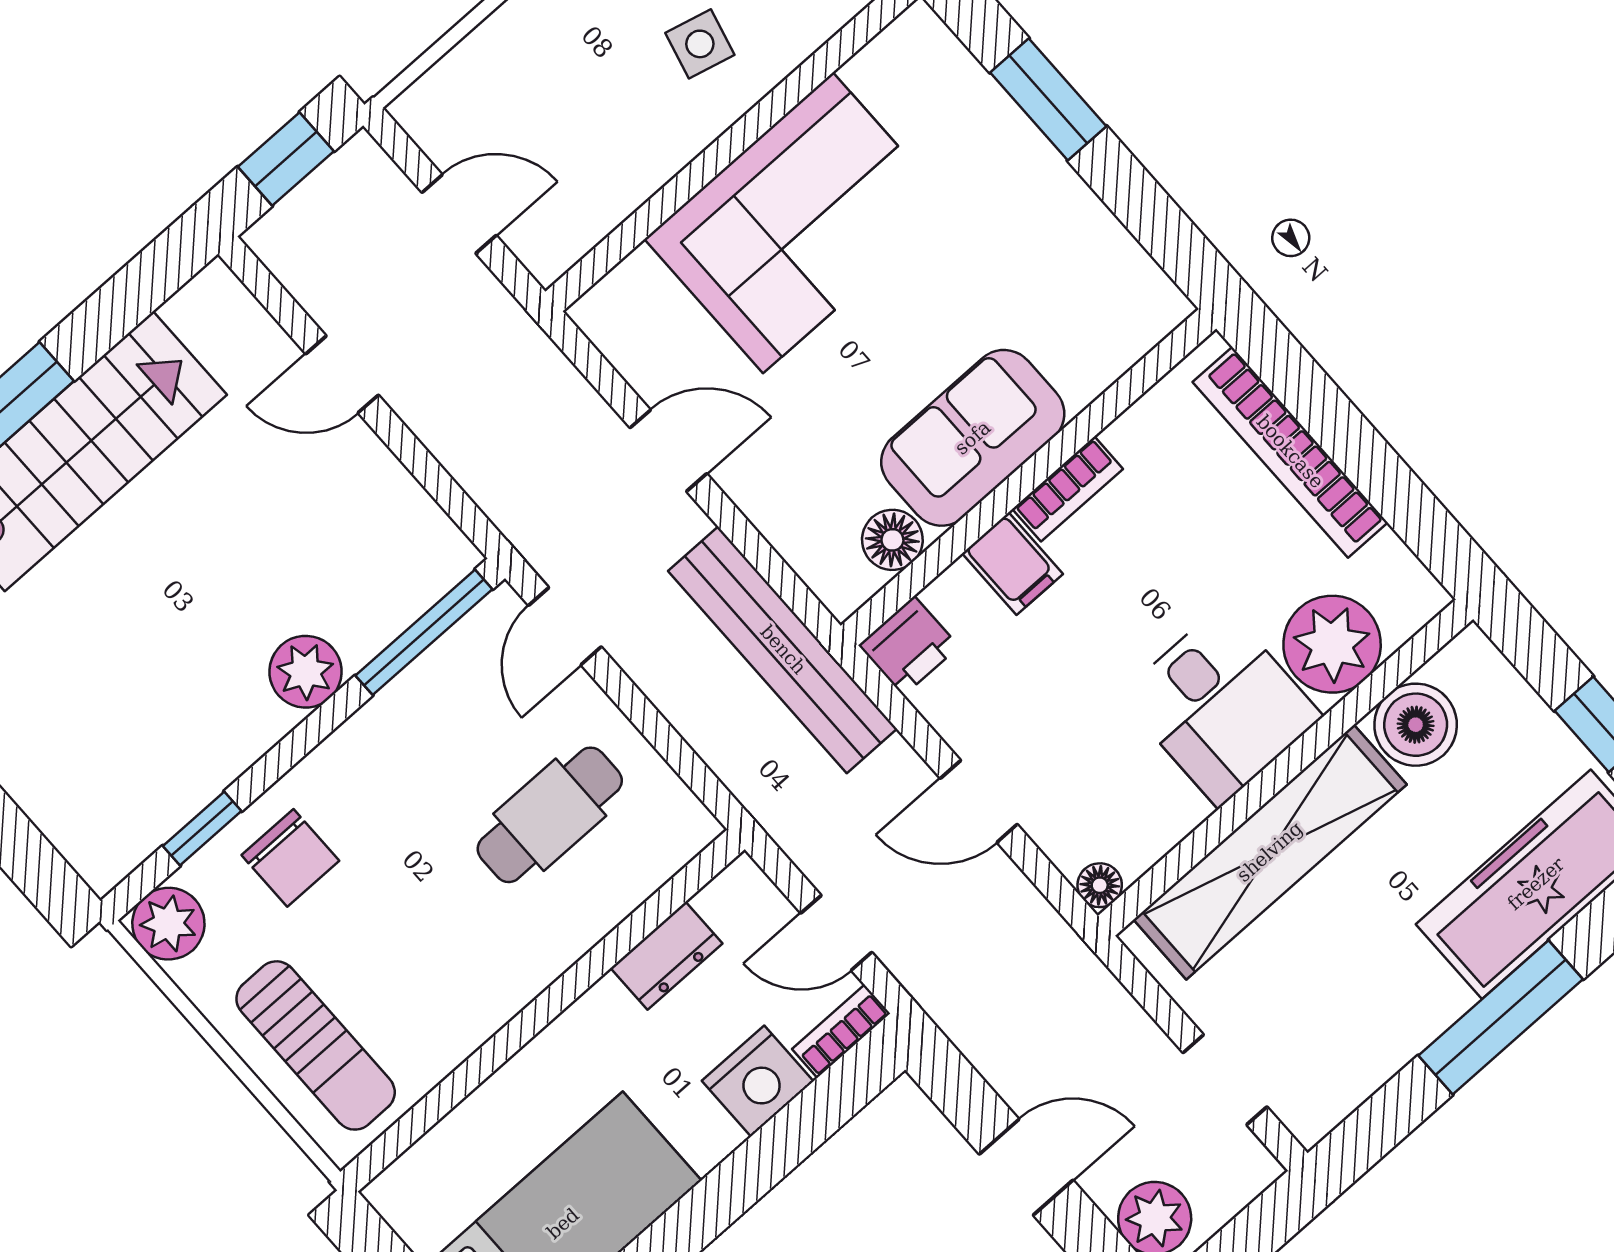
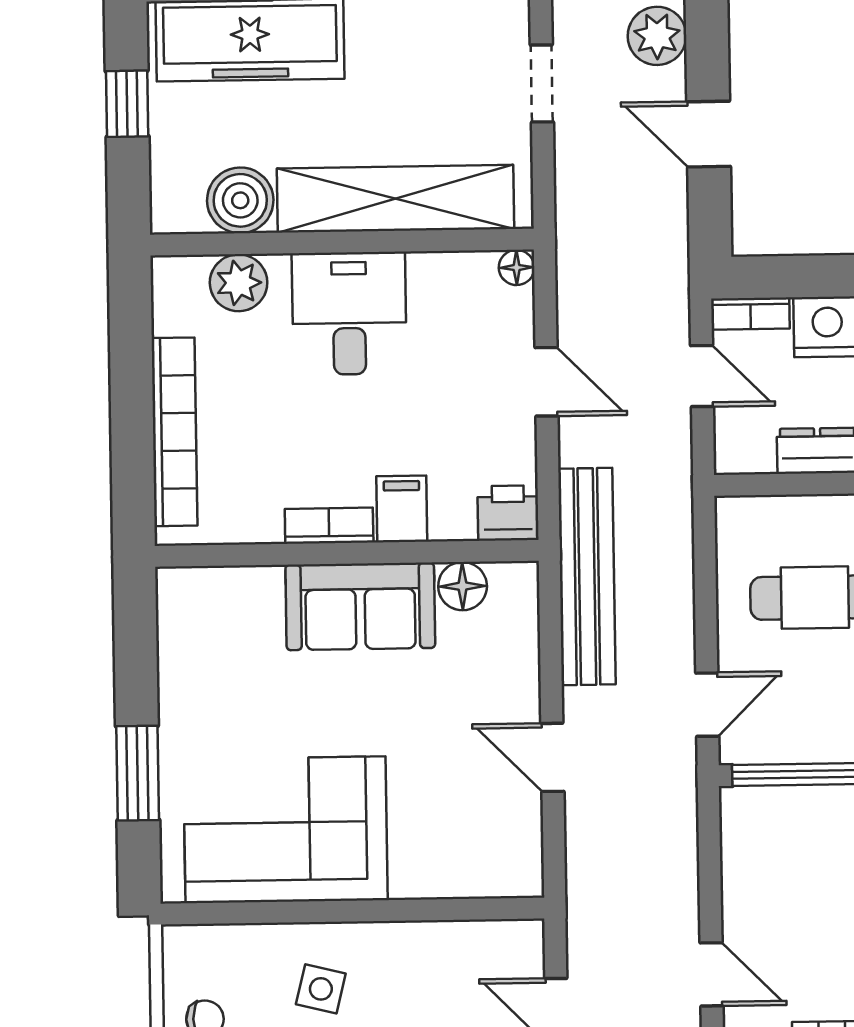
corner sofa: (798, 223) -> (286, 830), moved
plant: (1332, 644) -> (239, 283), width x0.73, depth x0.73

